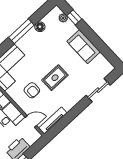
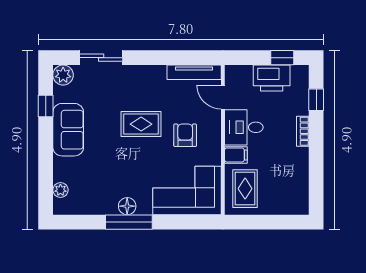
window: (74, 17) -> (46, 106), moved
floor lamp: (40, 27) -> (127, 206), moved
plant: (107, 68) -> (63, 75), added

